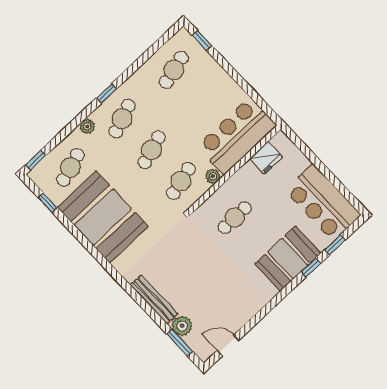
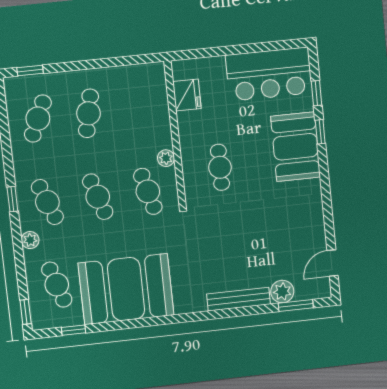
cafe table: (174, 70) -> (38, 119), turned 39
cafe table: (203, 101) -> (88, 113), added
bar counter: (237, 136) -> (145, 107), removed

